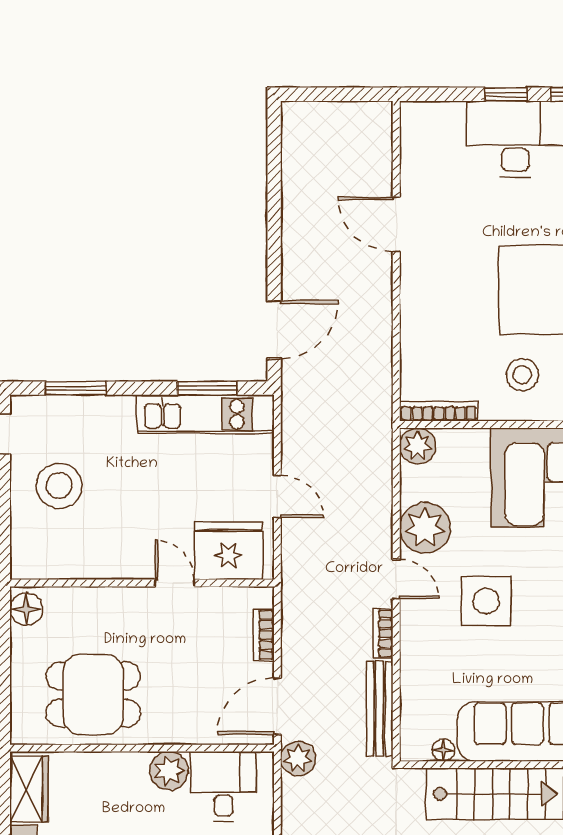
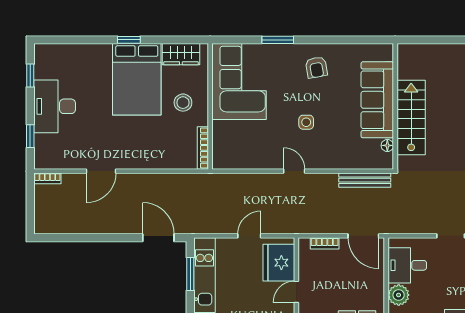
window: (506, 94) -> (30, 136), moved
plant: (418, 446) -> (222, 160), removed
plant: (425, 528) -> (266, 156), removed
door: (396, 579) -> (294, 171), hinge flipped
side table: (486, 601) -> (306, 122), width x0.54, depth x0.54
bookcase: (383, 634) -> (47, 178), moved
plant: (298, 758) -> (392, 225), removed

